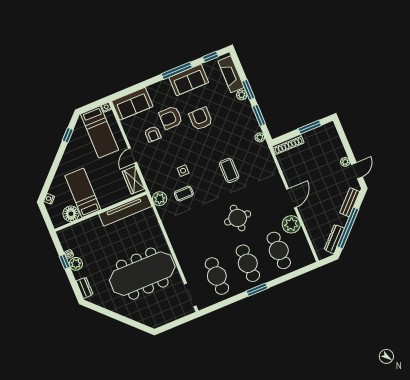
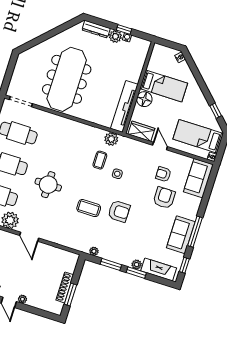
armchair: (201, 119) -> (119, 211), moved
shoe rack: (288, 144) -> (65, 287), moved
floor lamp: (71, 214) -> (144, 99), moved
dresser: (85, 288) -> (96, 29), width x1.44

